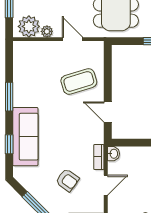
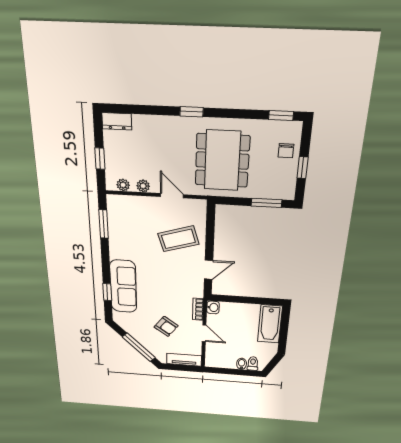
plant: (29, 26) -> (123, 185), width x0.53, depth x0.53
window: (9, 97) -> (104, 224), moved
door: (108, 112) -> (209, 270), swing flipped
door: (106, 185) -> (204, 333), hinge flipped

